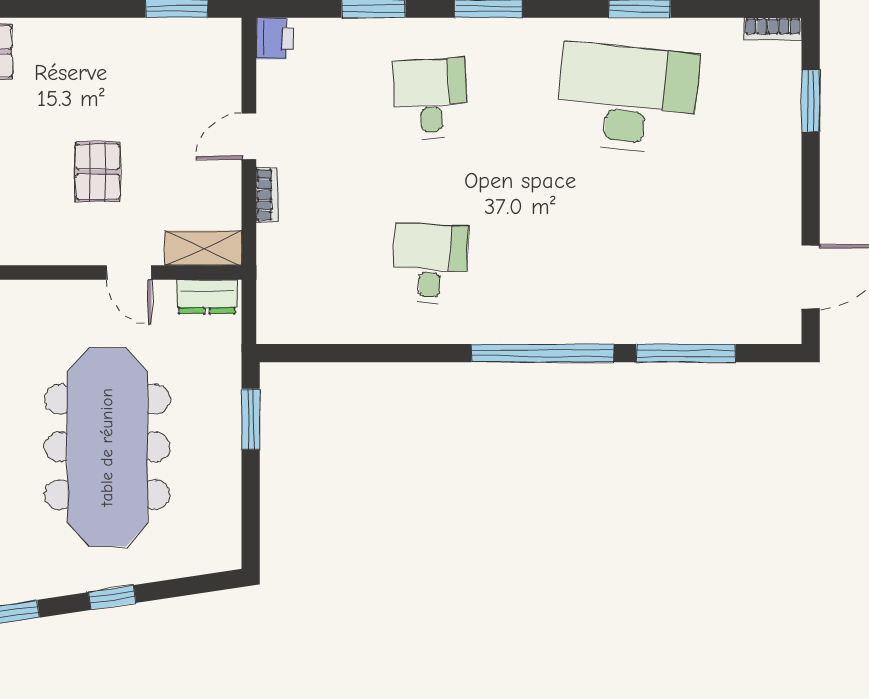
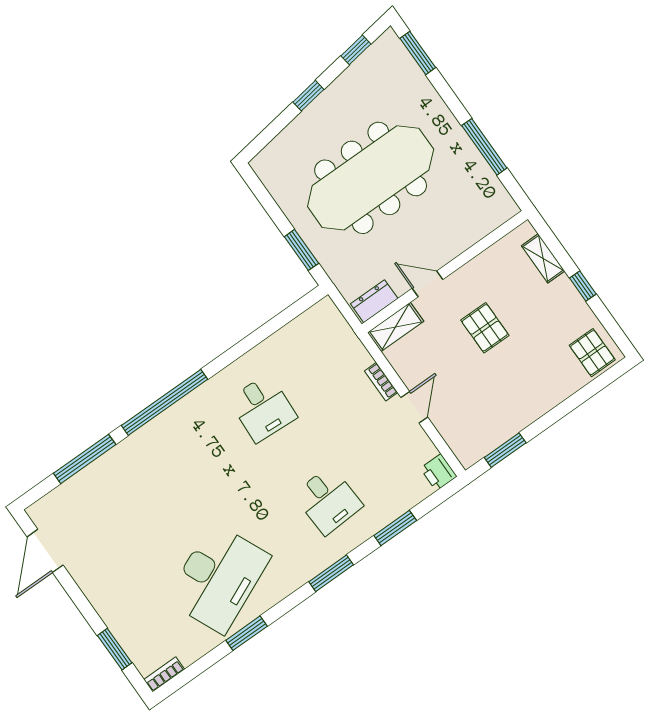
desk: (627, 98) -> (218, 578), turned -30
meeting table: (107, 447) -> (371, 178), turned 90

